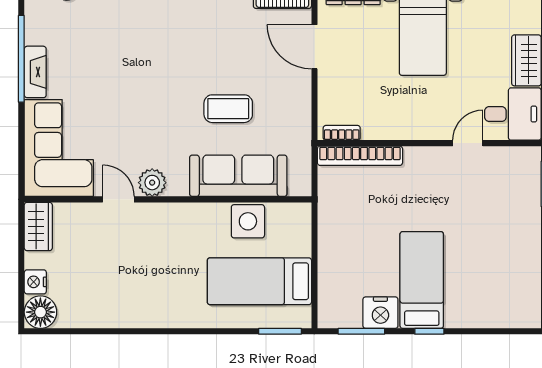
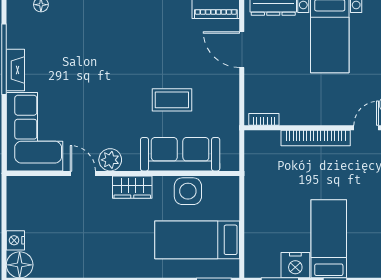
bookcase: (360, 156) -> (316, 138), moved
wardrobe: (38, 226) -> (132, 187), moved, turned 90

